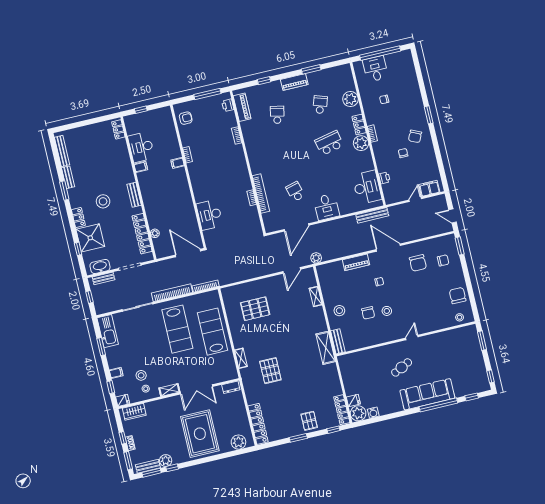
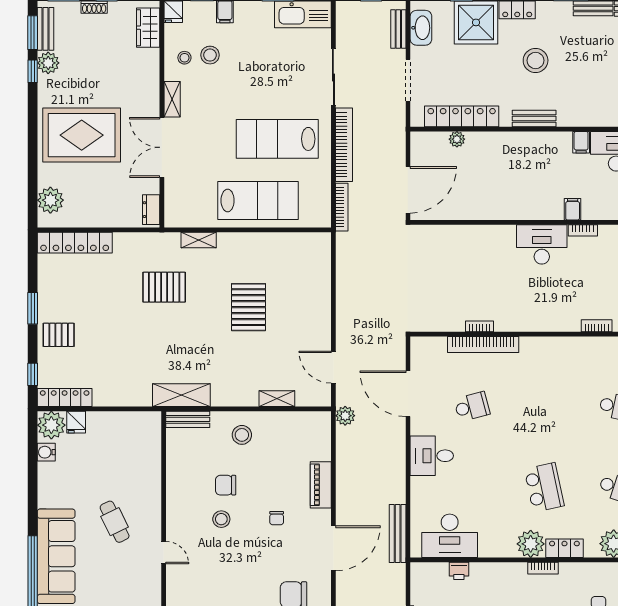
desk: (210, 215) -> (542, 244), moved
pallet: (255, 309) -> (249, 307), moved

